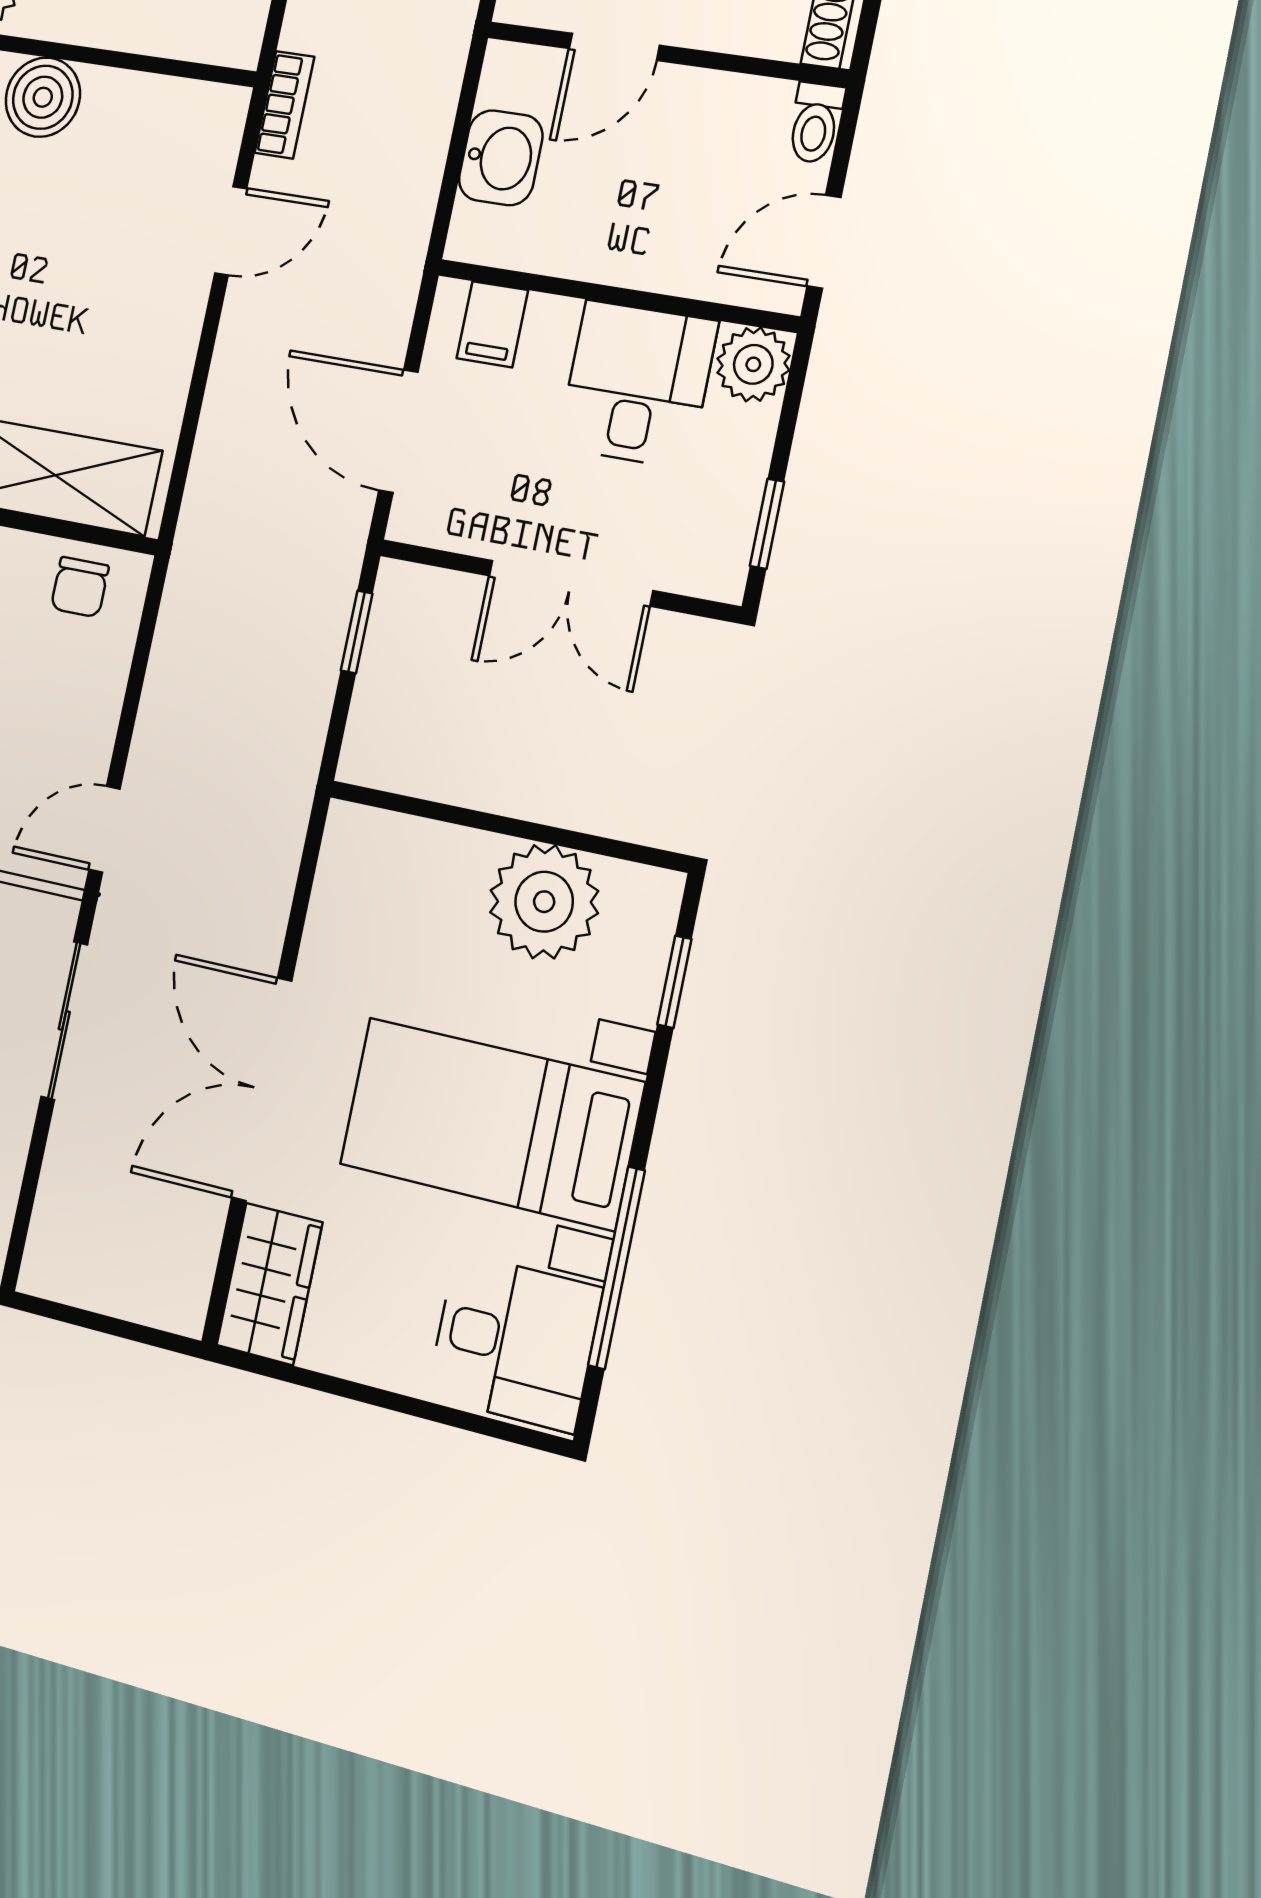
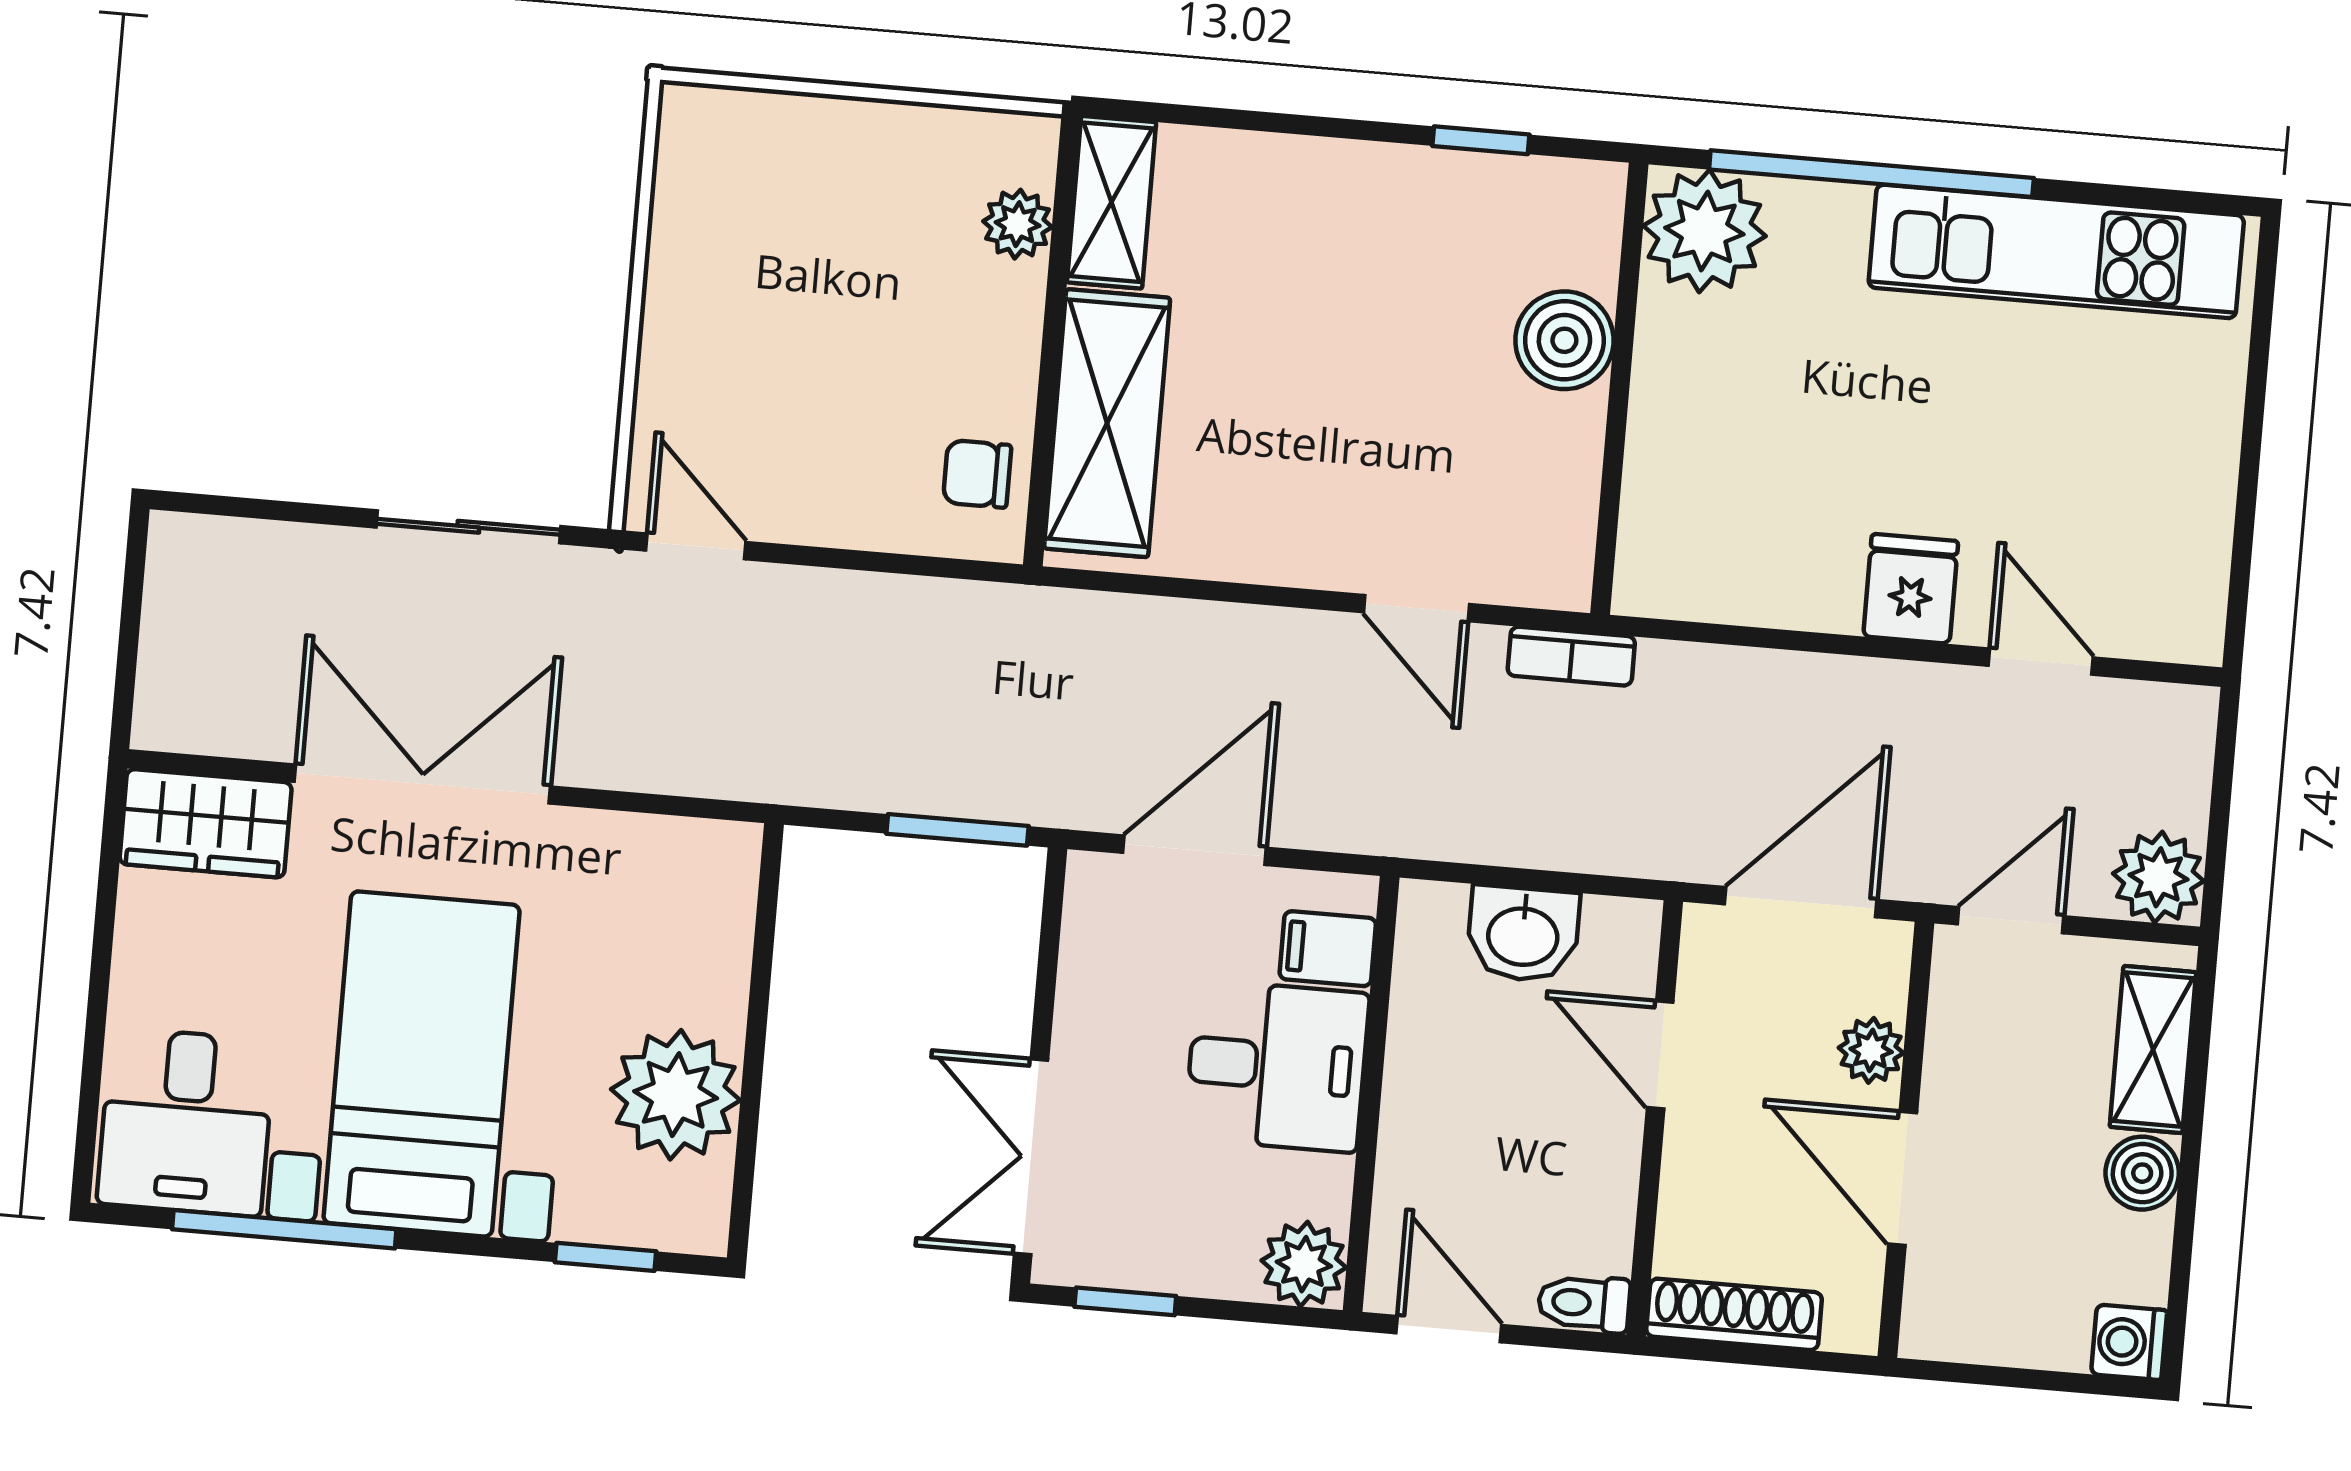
desk: (637, 384) -> (1277, 1066), moved
double door: (570, 583) -> (1031, 1157), moved
window: (357, 632) -> (957, 830), width x1.50

